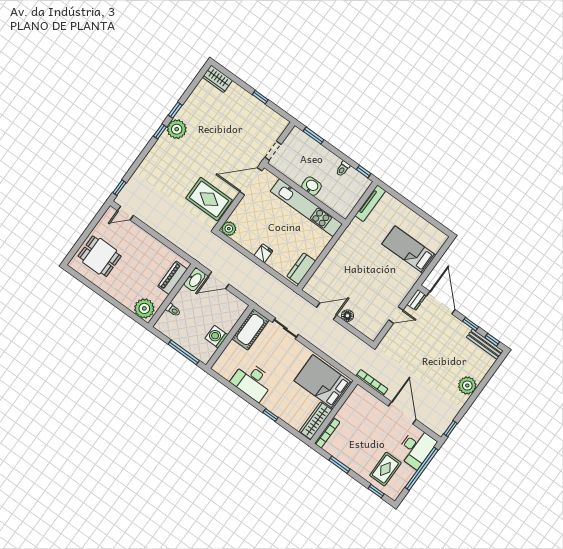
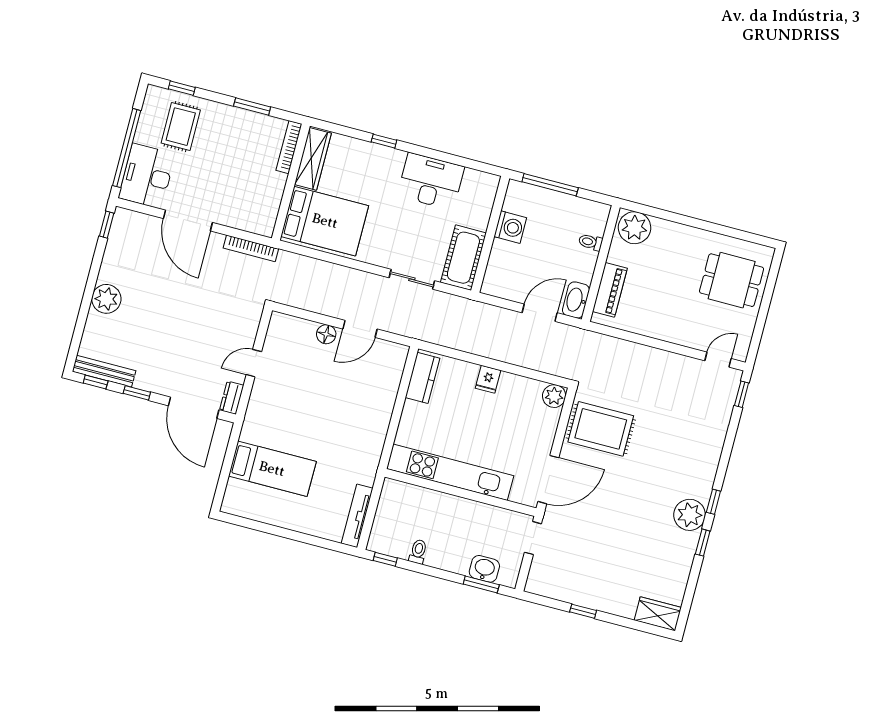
washbasin: (312, 186) -> (484, 569), moved, turned 180

